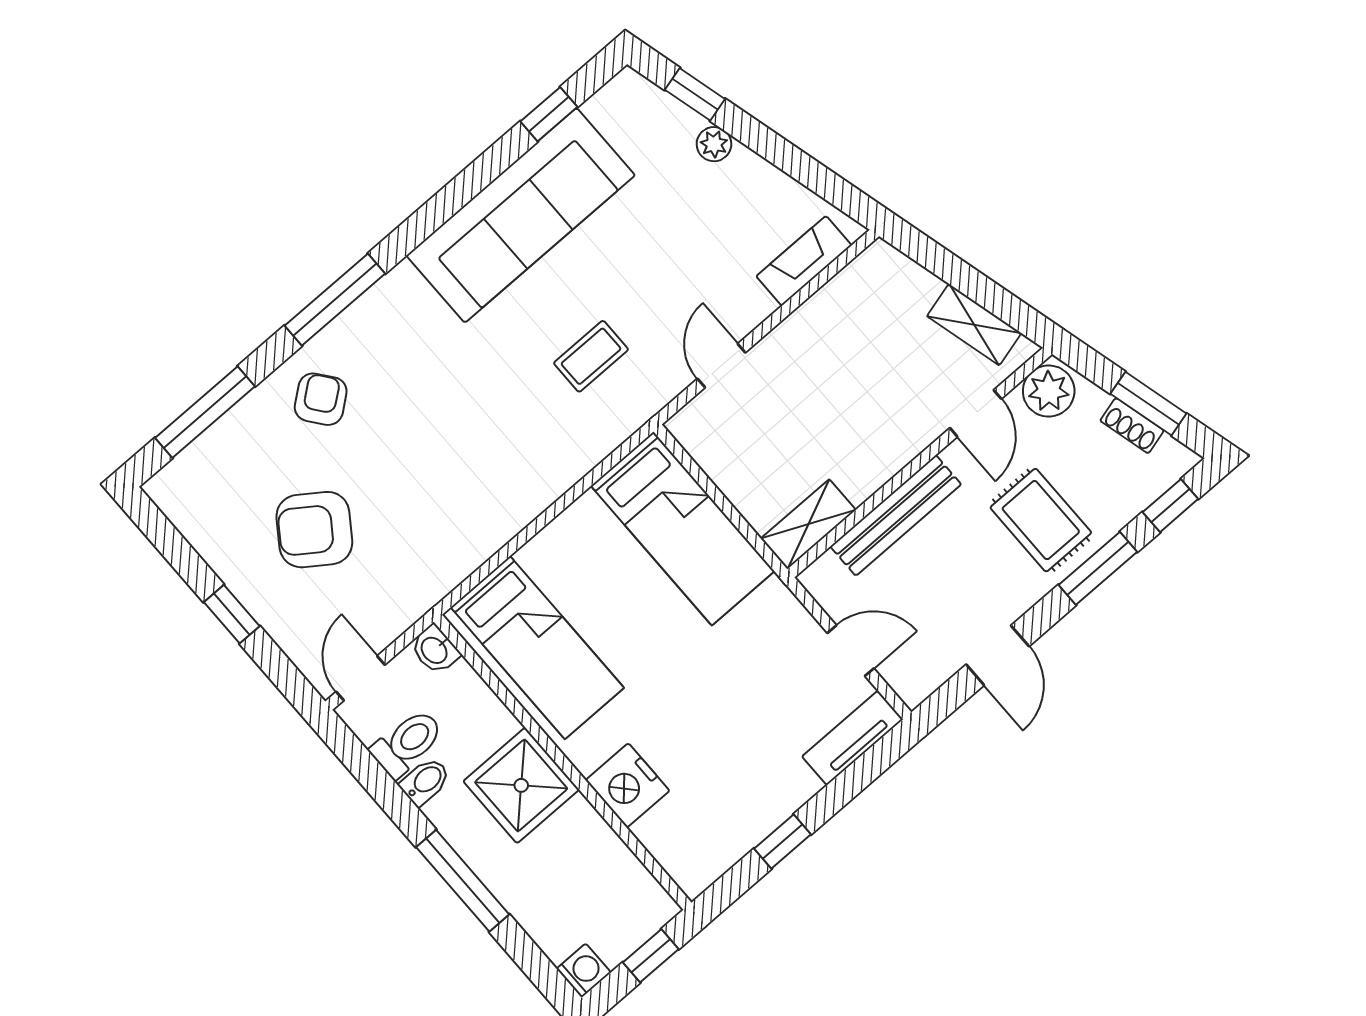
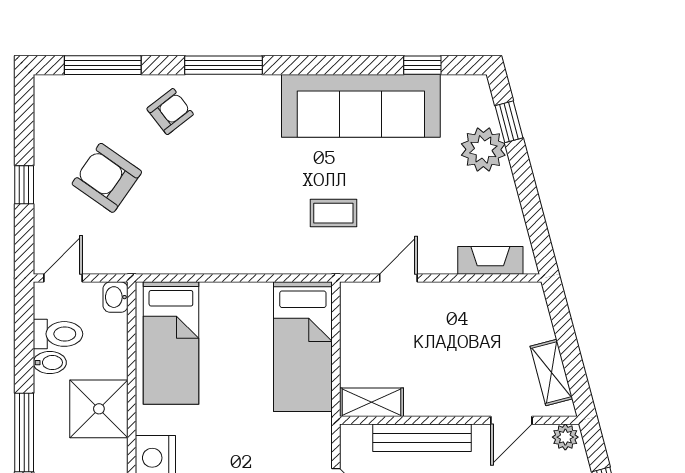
plant: (714, 144) -> (483, 149), width x1.87, depth x1.87
plant: (1049, 391) -> (565, 437), width x0.73, depth x0.73

